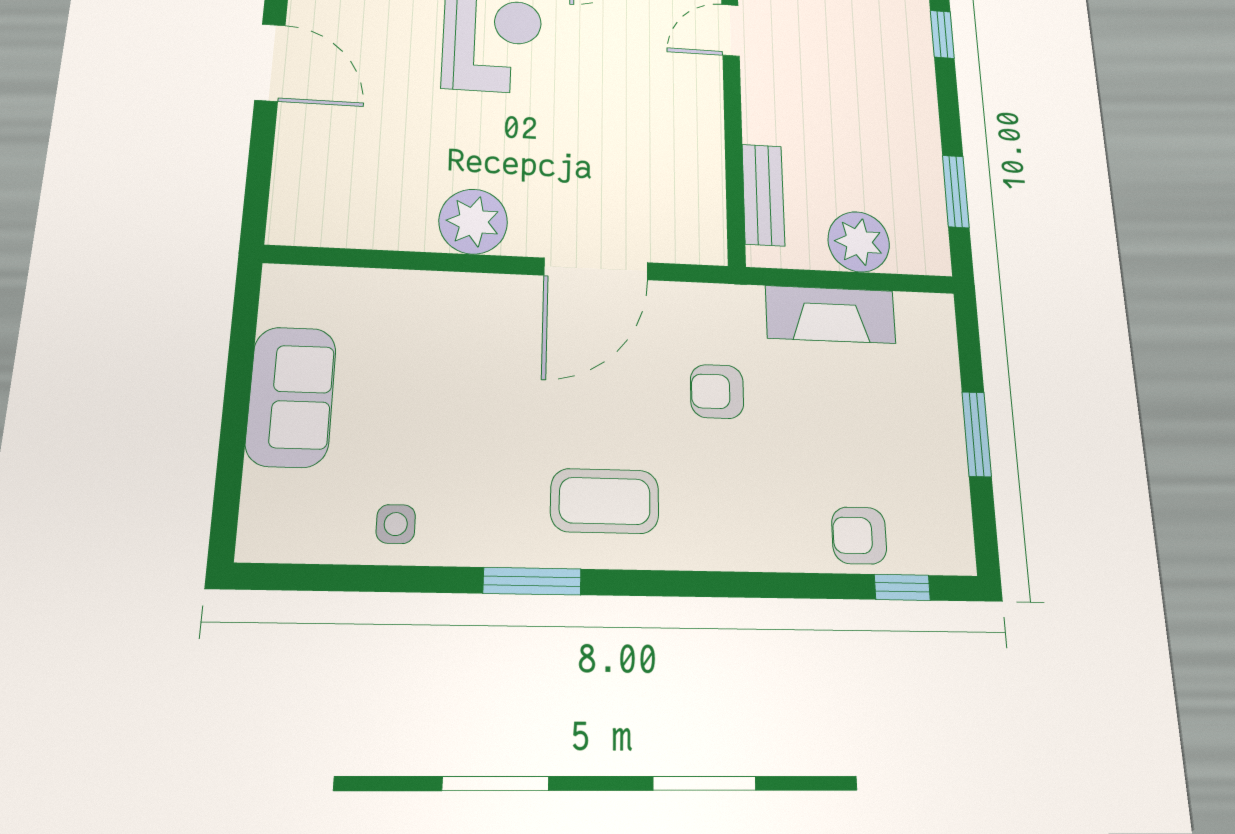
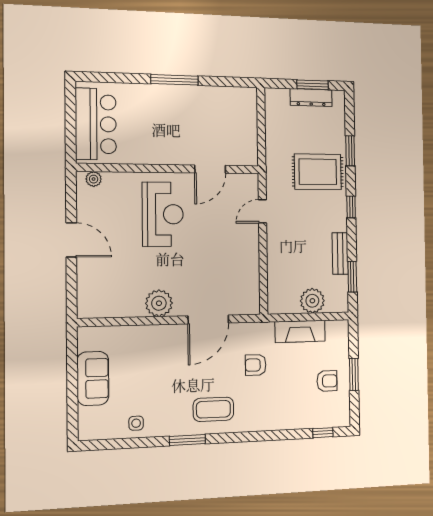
bench: (763, 195) -> (340, 253), moved
armchair: (859, 535) -> (327, 381), moved, turned 180

